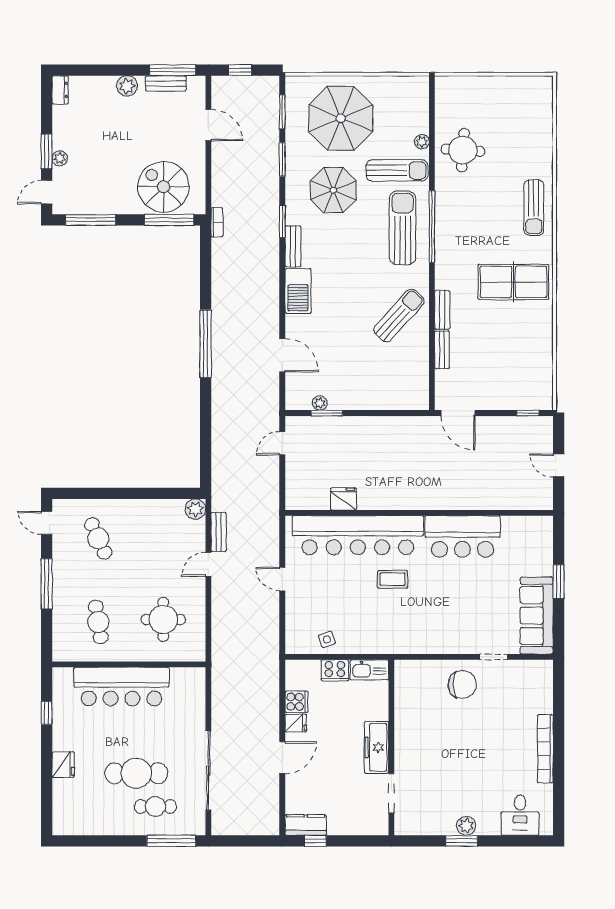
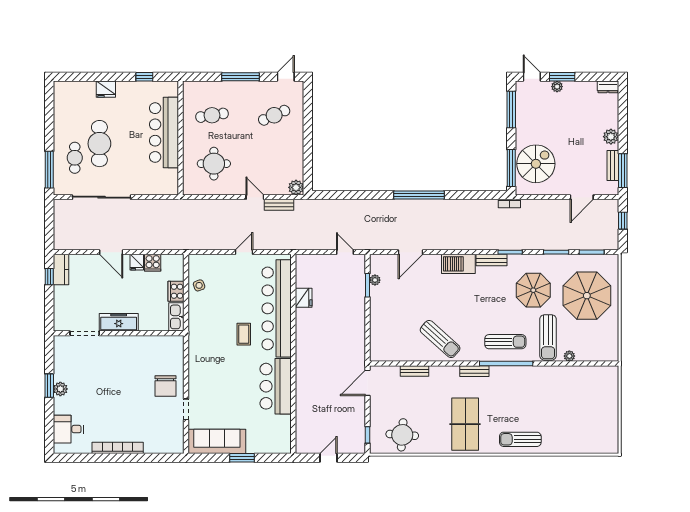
round table: (463, 150) -> (402, 435), moved
sun lounger: (403, 228) -> (505, 342), width x0.73, depth x0.75
bench: (442, 310) -> (474, 371), moved

